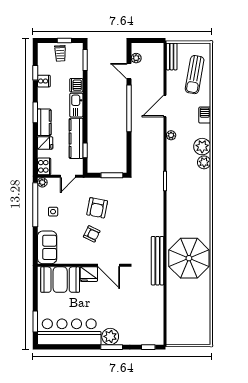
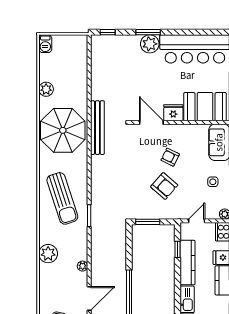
barbecue: (205, 115) -> (45, 44), moved
plant: (204, 162) -> (46, 89), moved
sun lounger: (189, 197) -> (62, 198), added
armchair: (97, 208) -> (164, 186), turned 120

